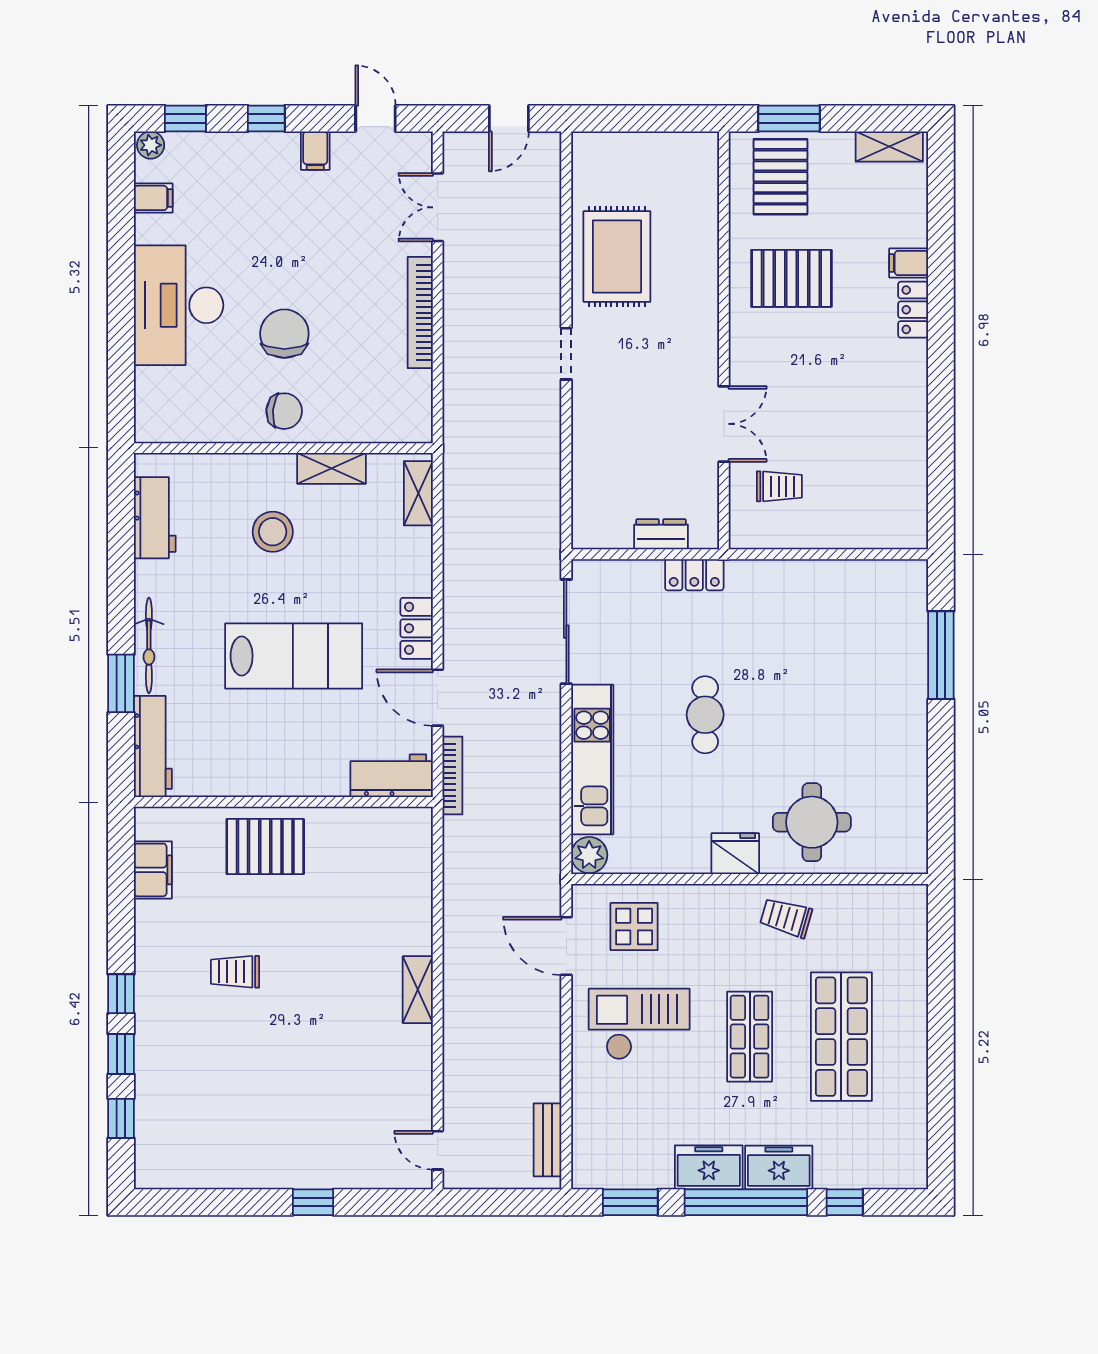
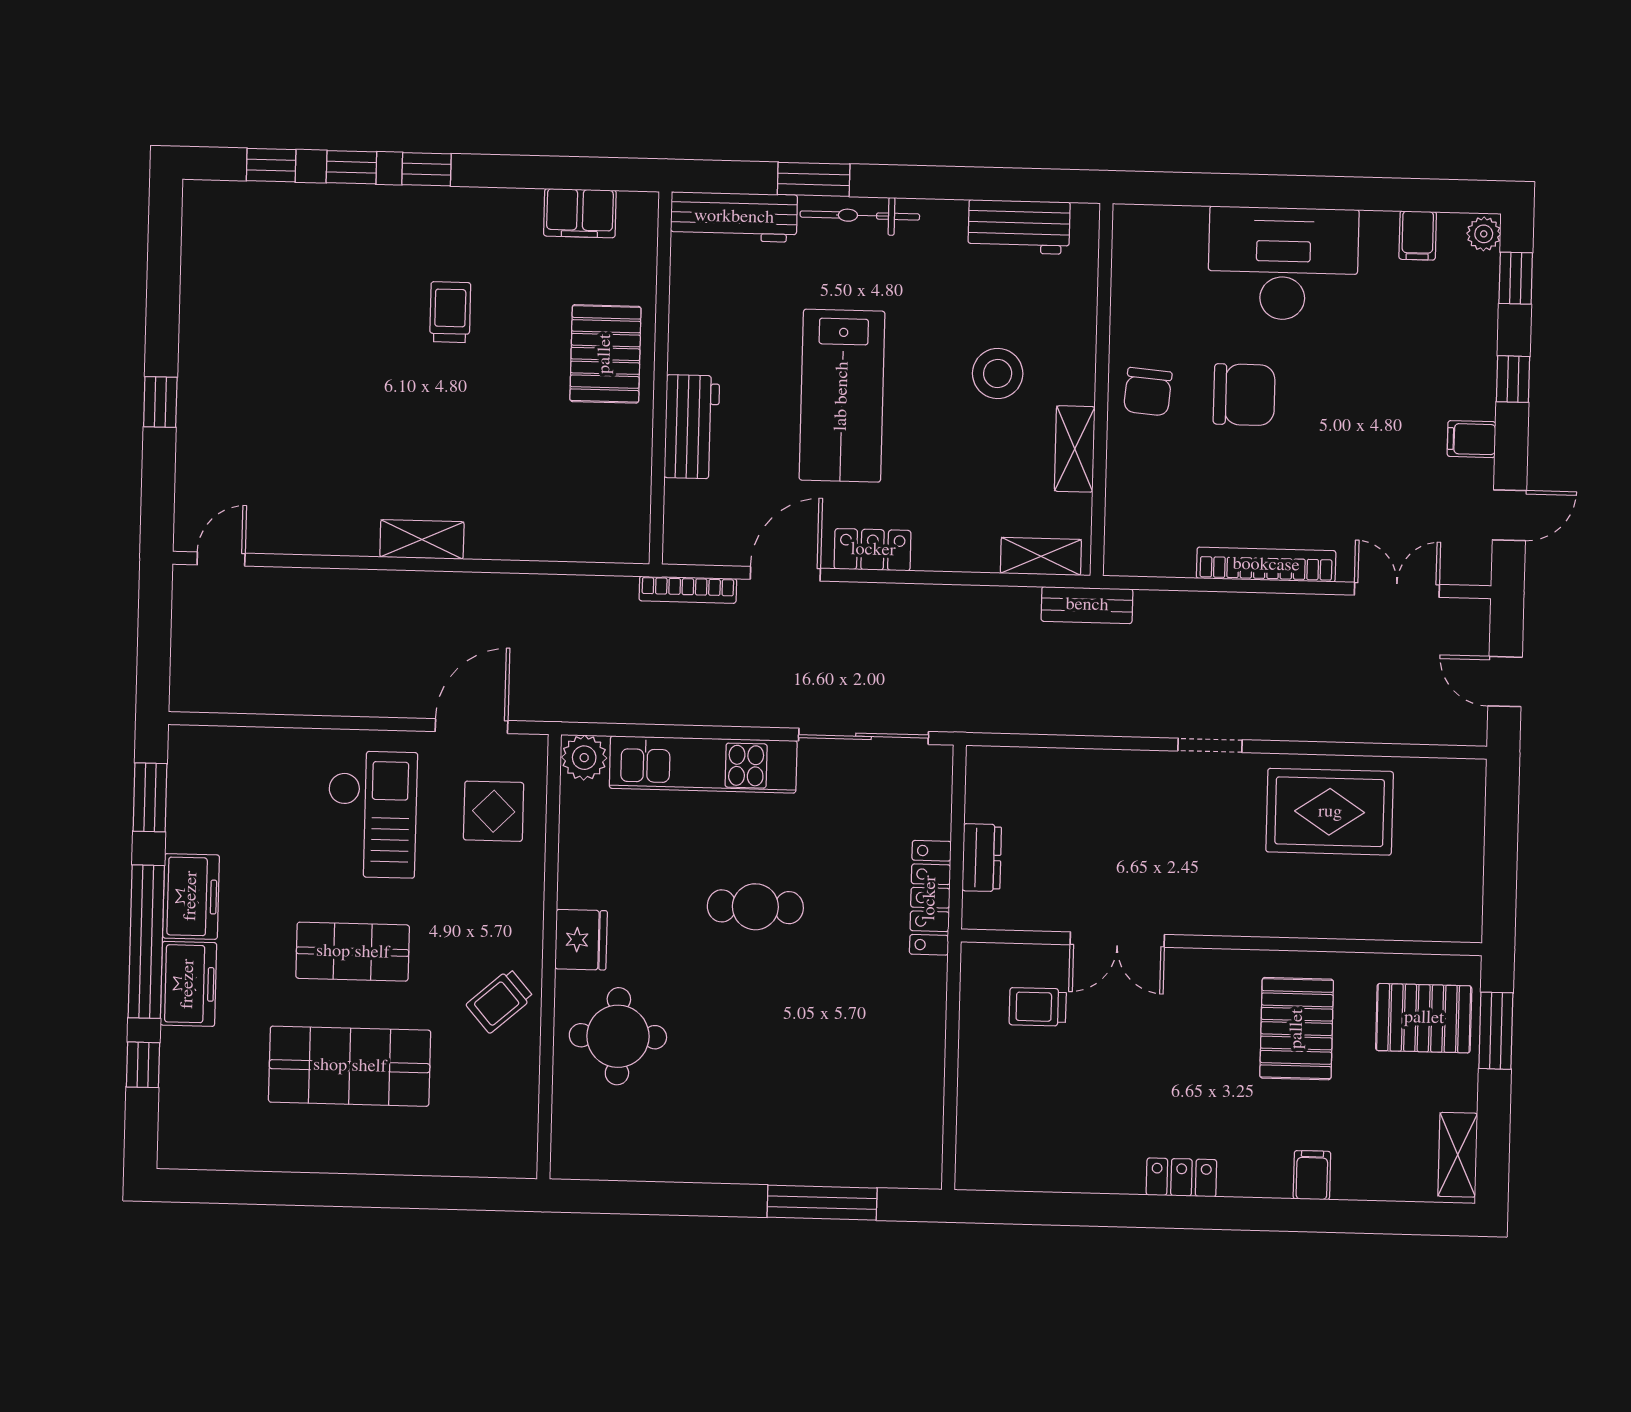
locker: (913, 310) -> (1181, 1177), moved
trolley: (779, 486) -> (1038, 1007), turned 90
locker: (694, 575) -> (930, 898), width x1.53
workbench: (392, 776) -> (692, 427), moved
trolley: (786, 918) -> (500, 1001), turned -147
bench: (548, 1140) -> (1087, 605), moved

